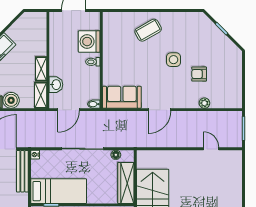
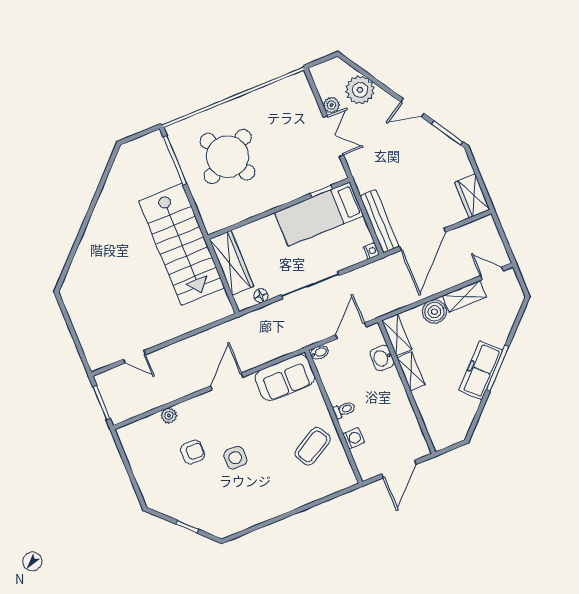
coffee table: (148, 30) -> (313, 446), moved
washing machine: (89, 42) -> (354, 438), width x0.53, depth x0.53

